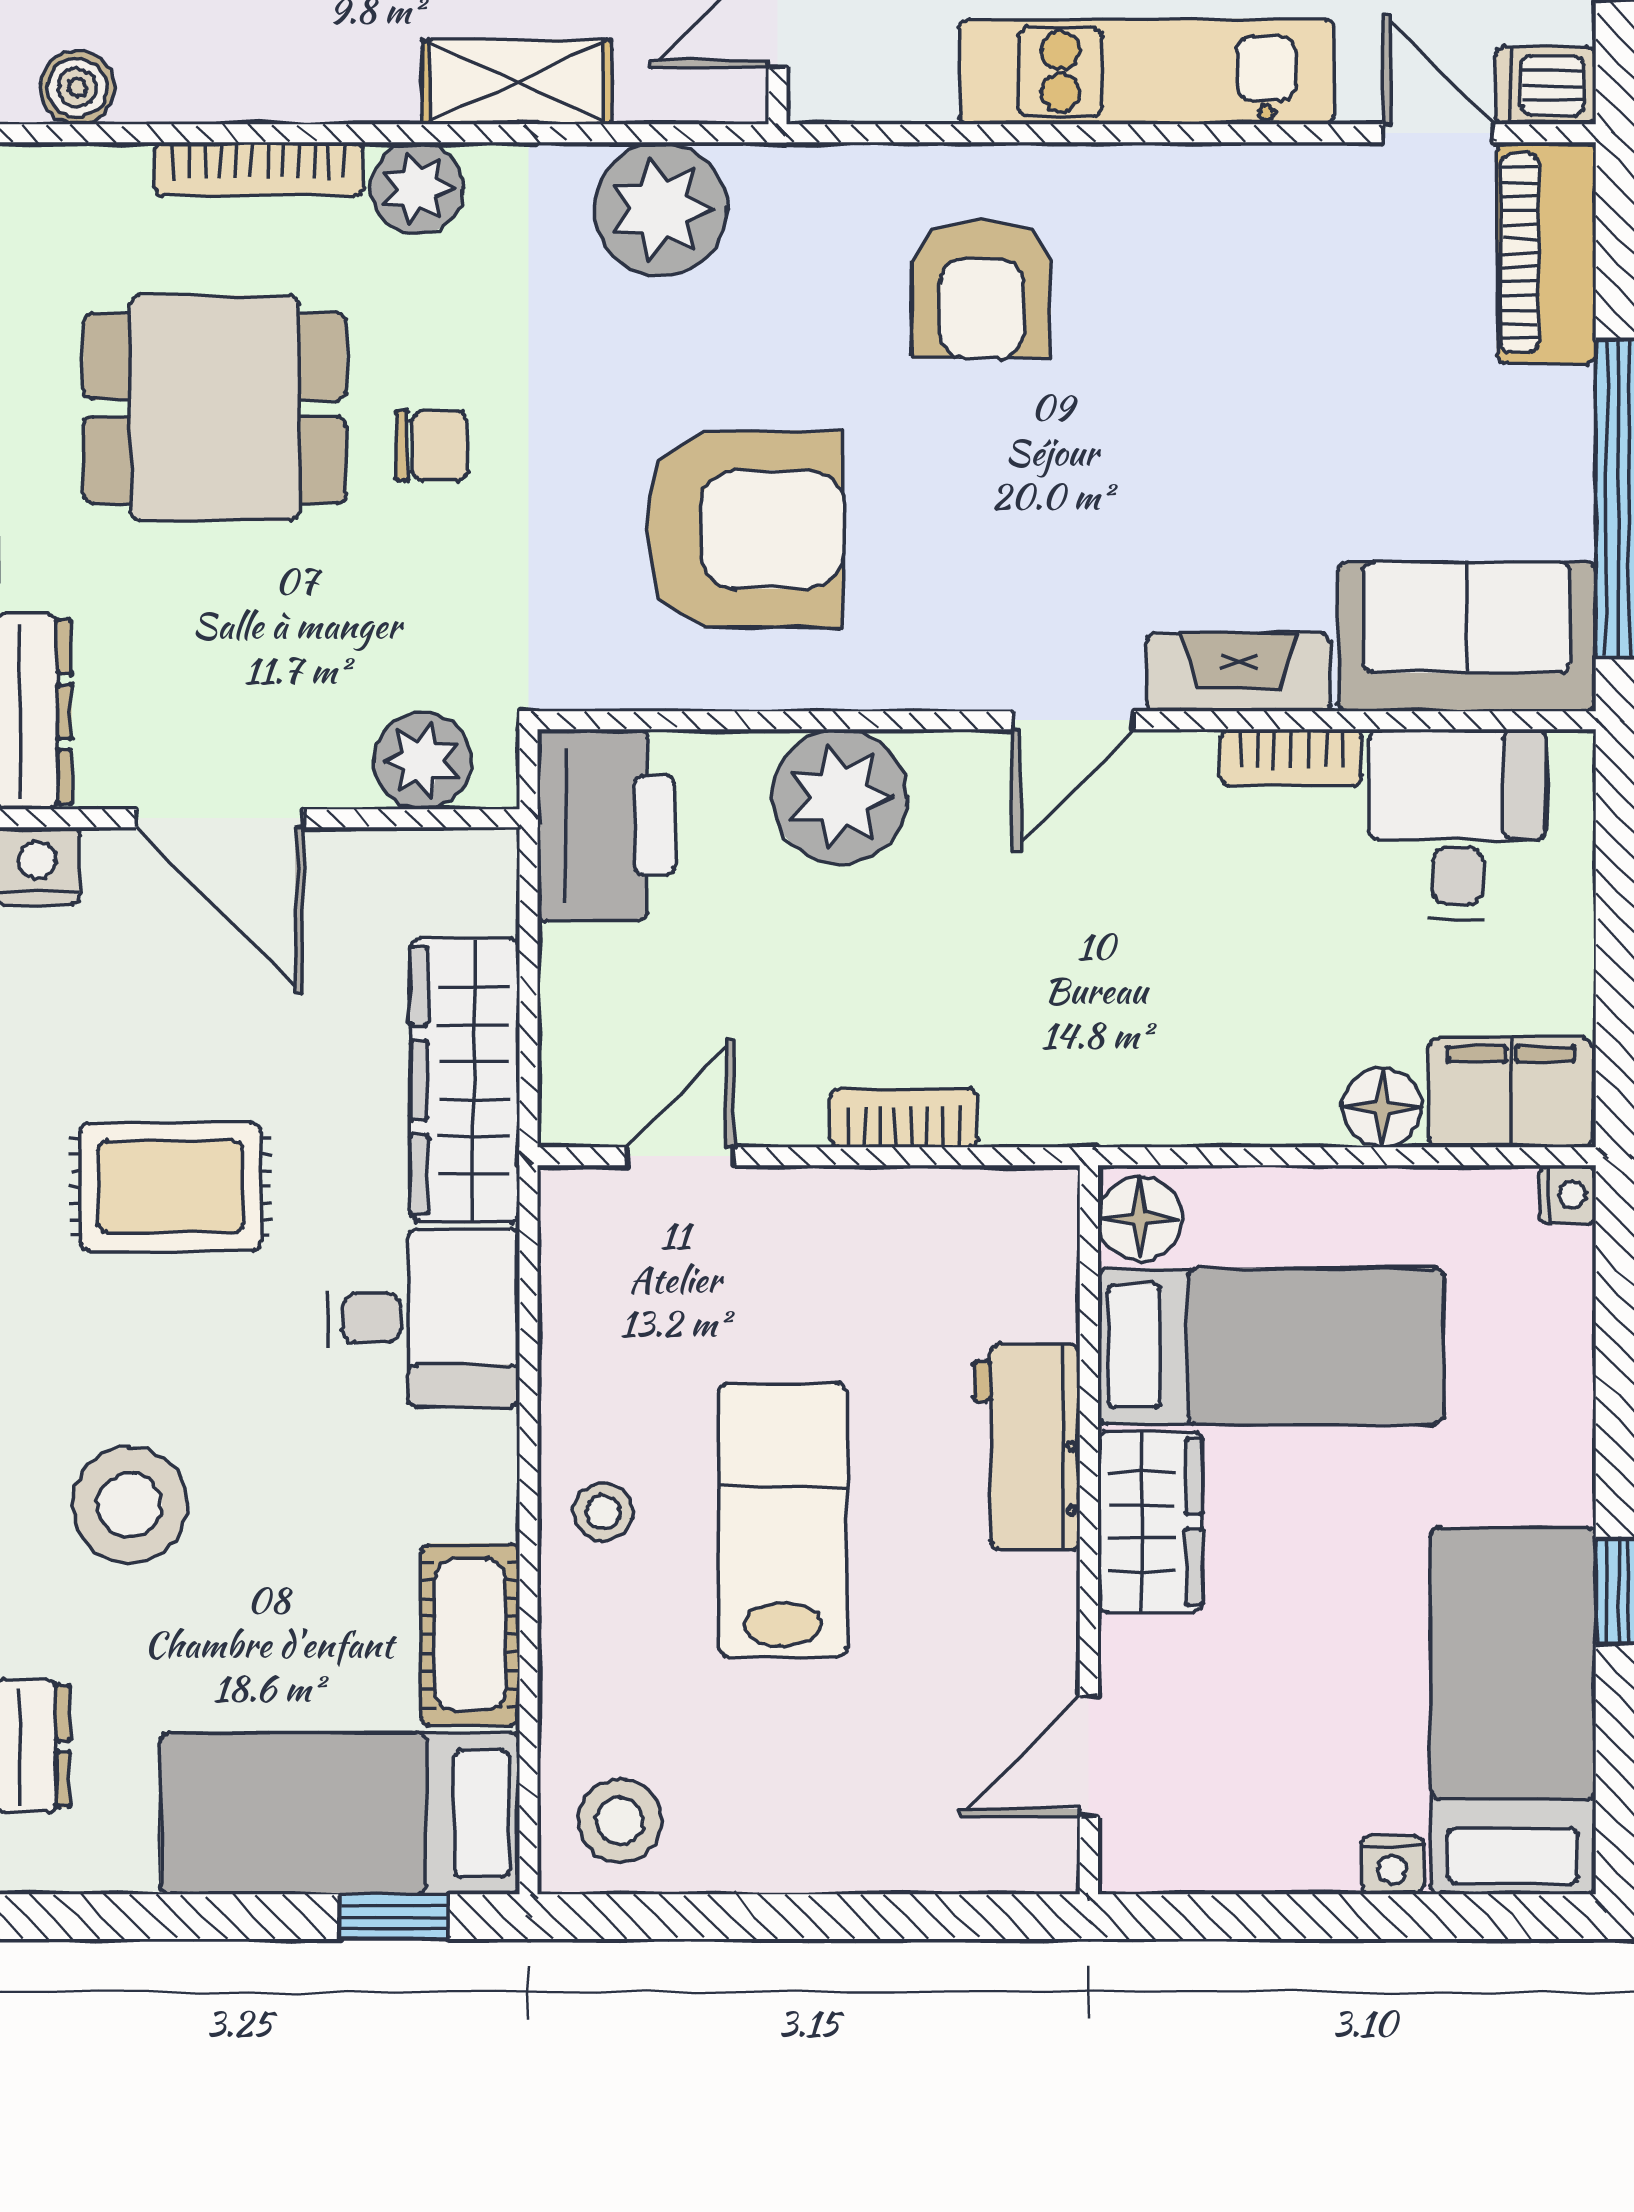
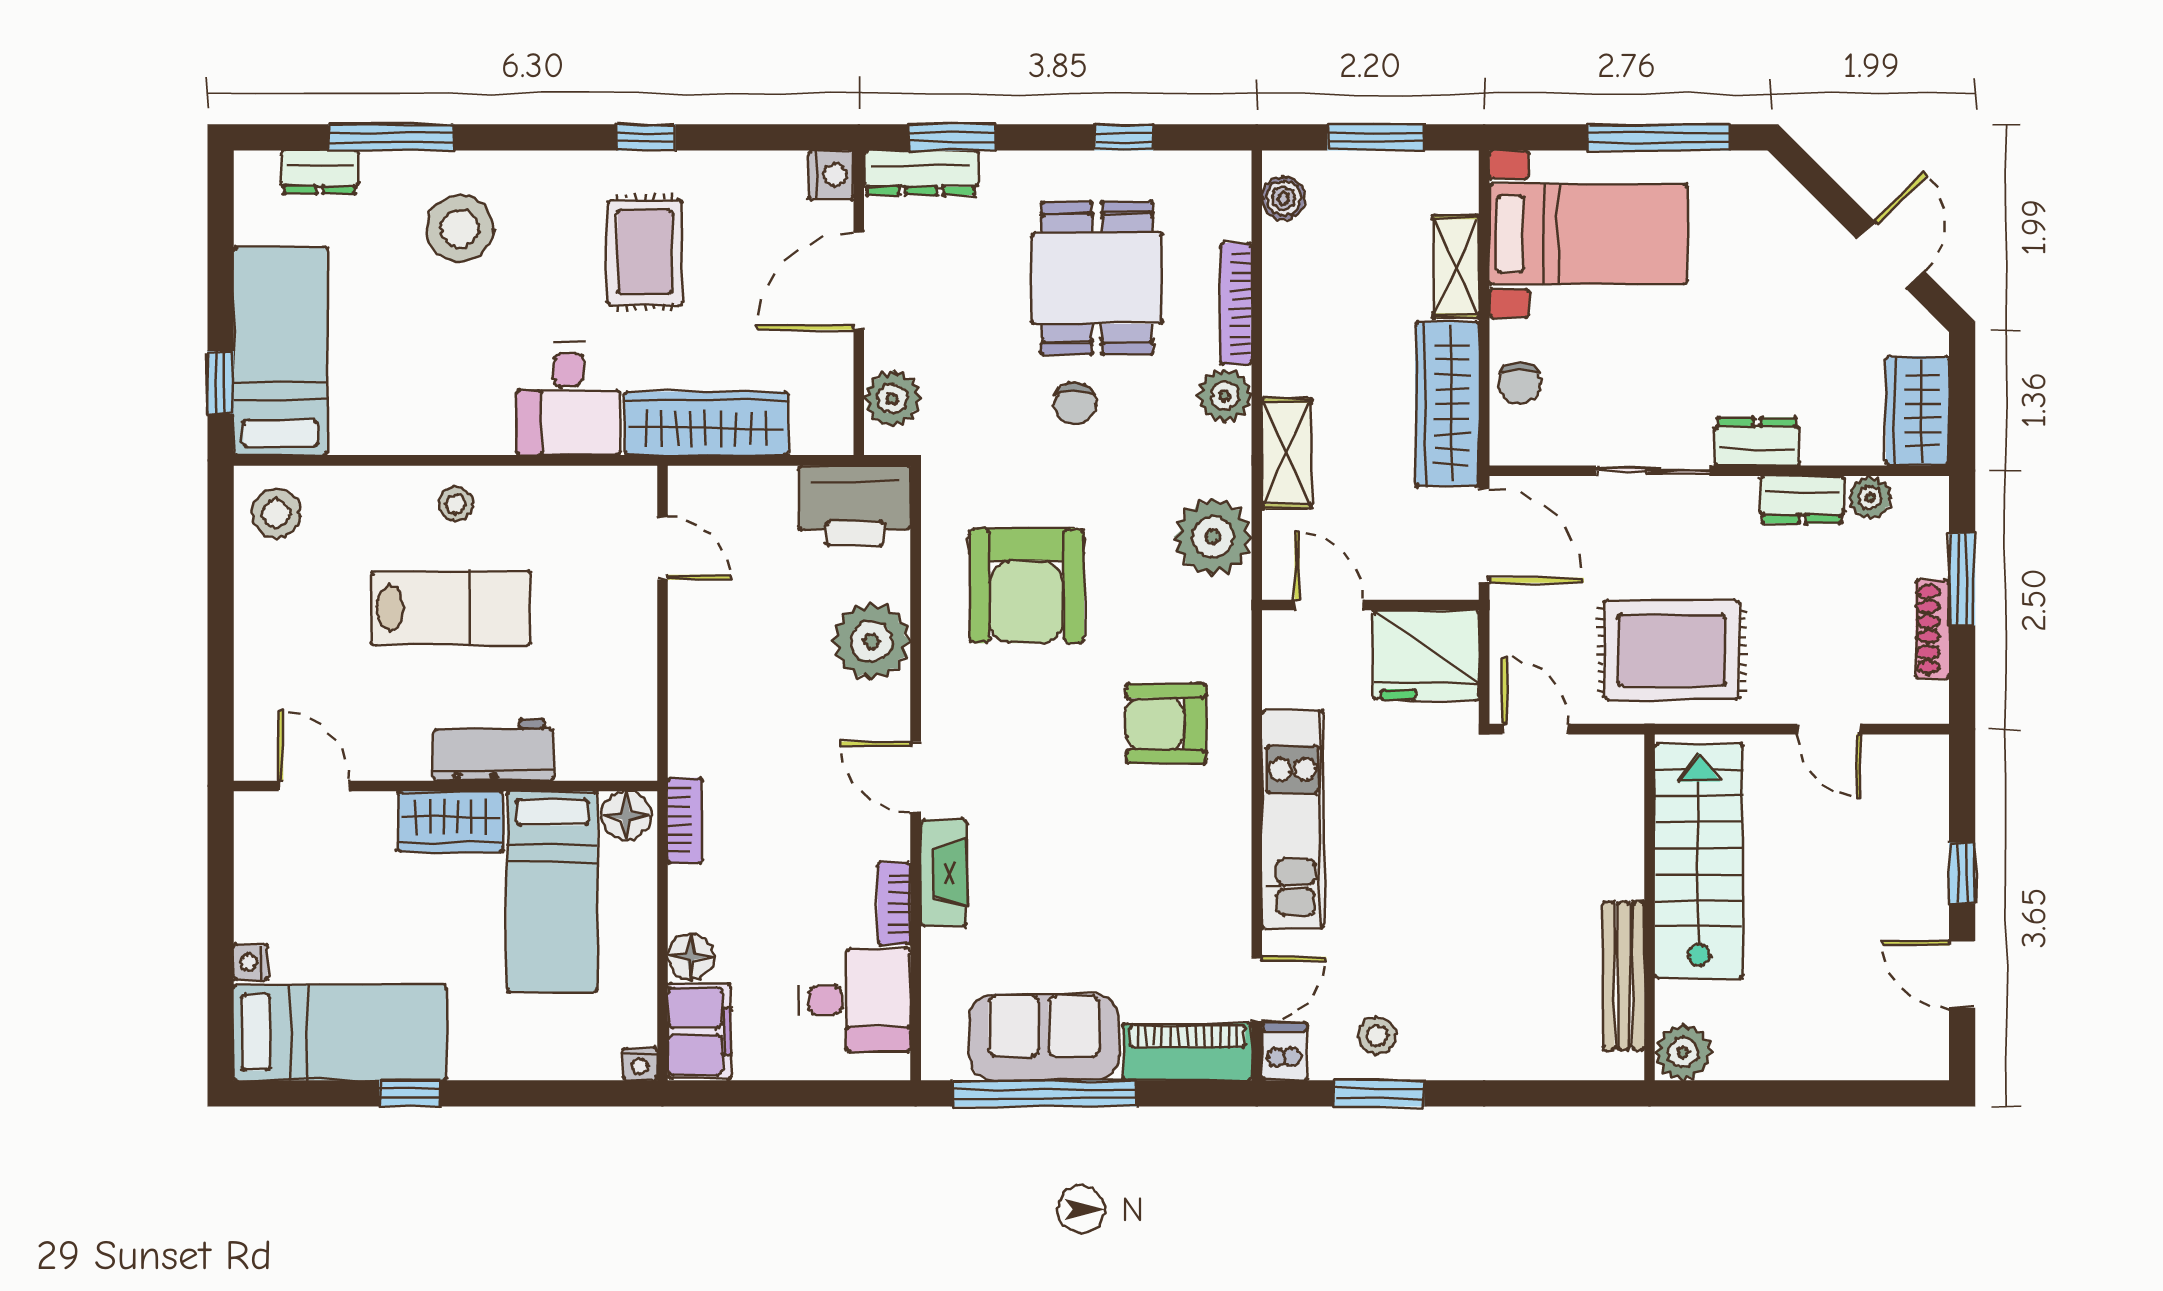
sofa: (1467, 637) -> (1044, 1037), moved, turned -90
bookcase: (904, 1118) -> (685, 821), moved
cot: (470, 1635) -> (384, 426), removed

